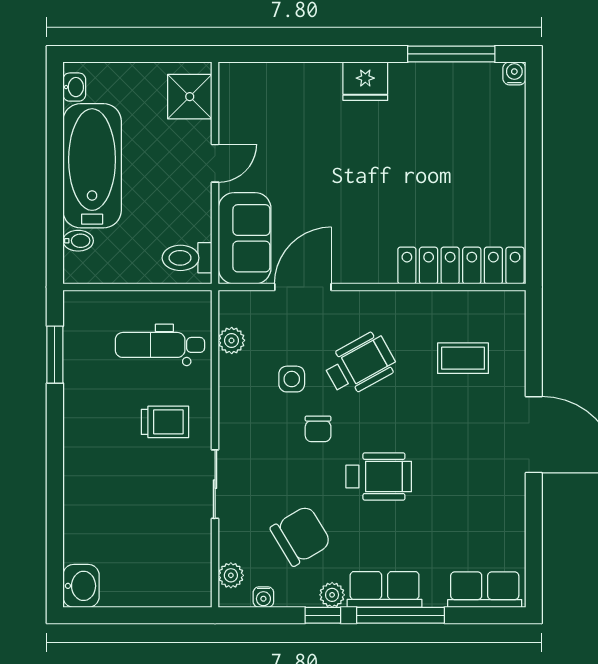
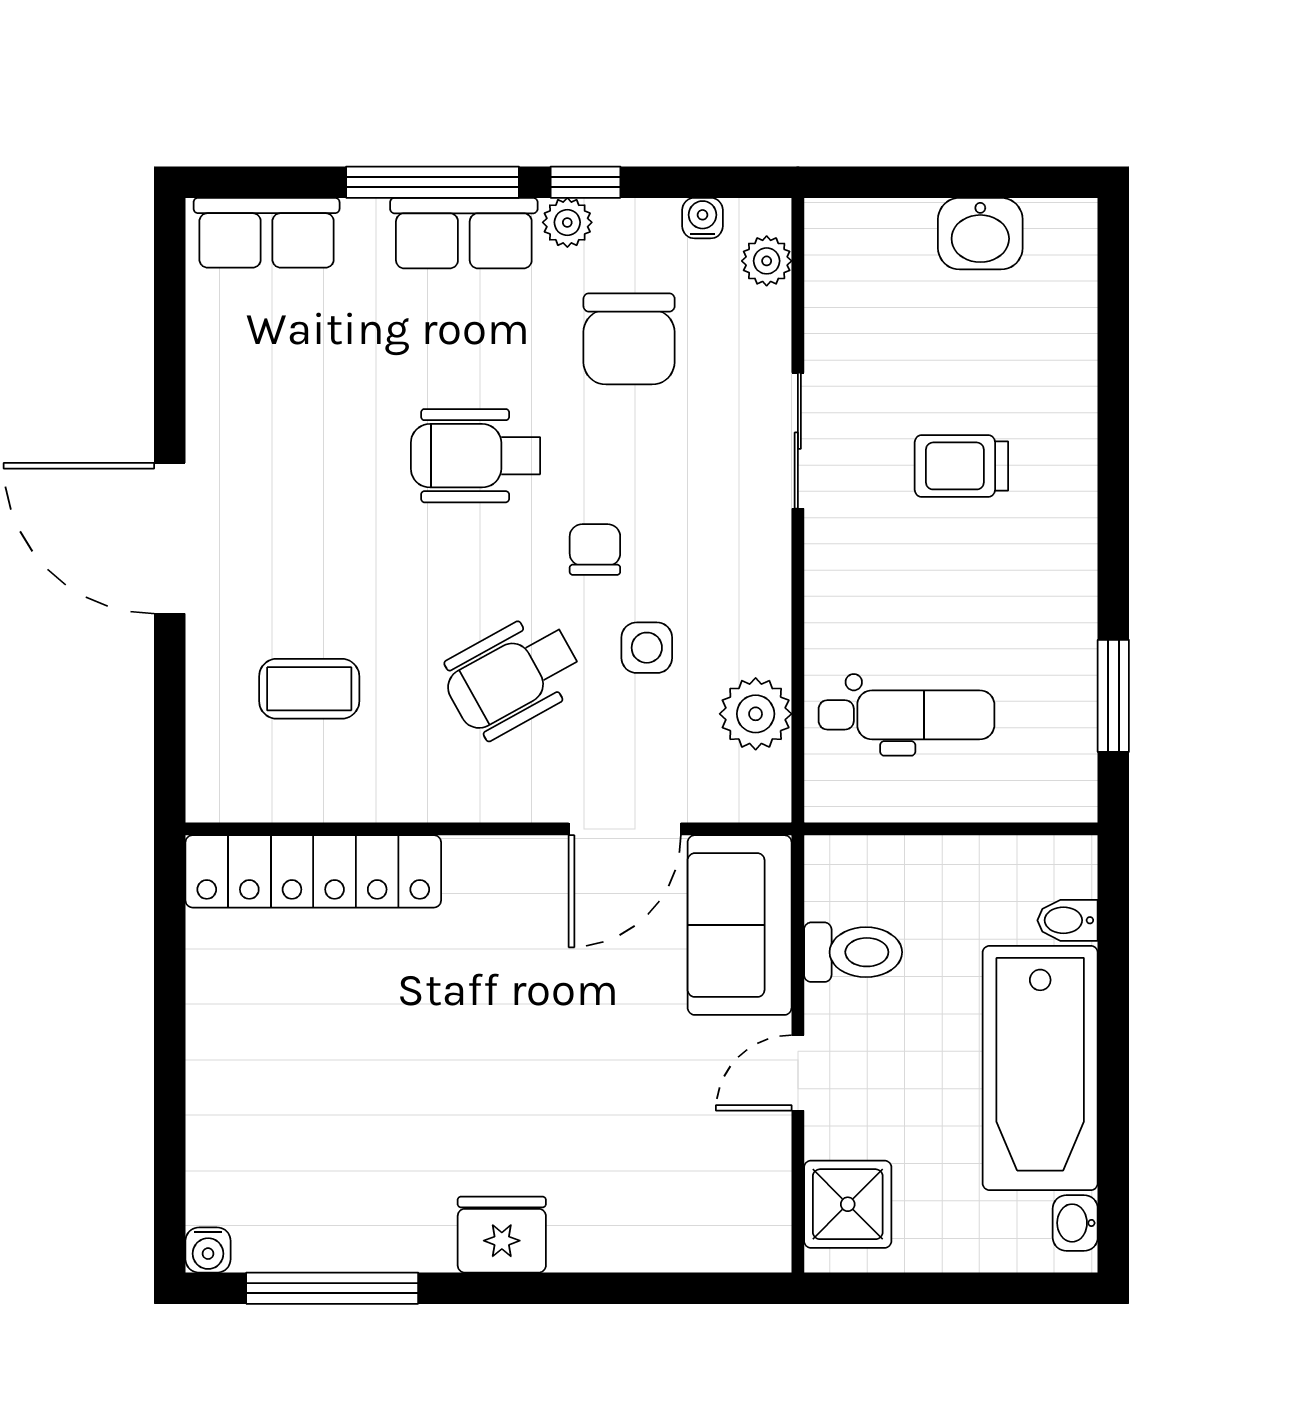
toilet: (187, 258) -> (853, 952), moved
plant: (232, 340) -> (756, 714), width x1.38, depth x1.38
trolley: (165, 422) -> (961, 466), moved
chair: (301, 536) -> (629, 339), turned -59
washbasin: (81, 586) -> (980, 234), moved, turned -90

